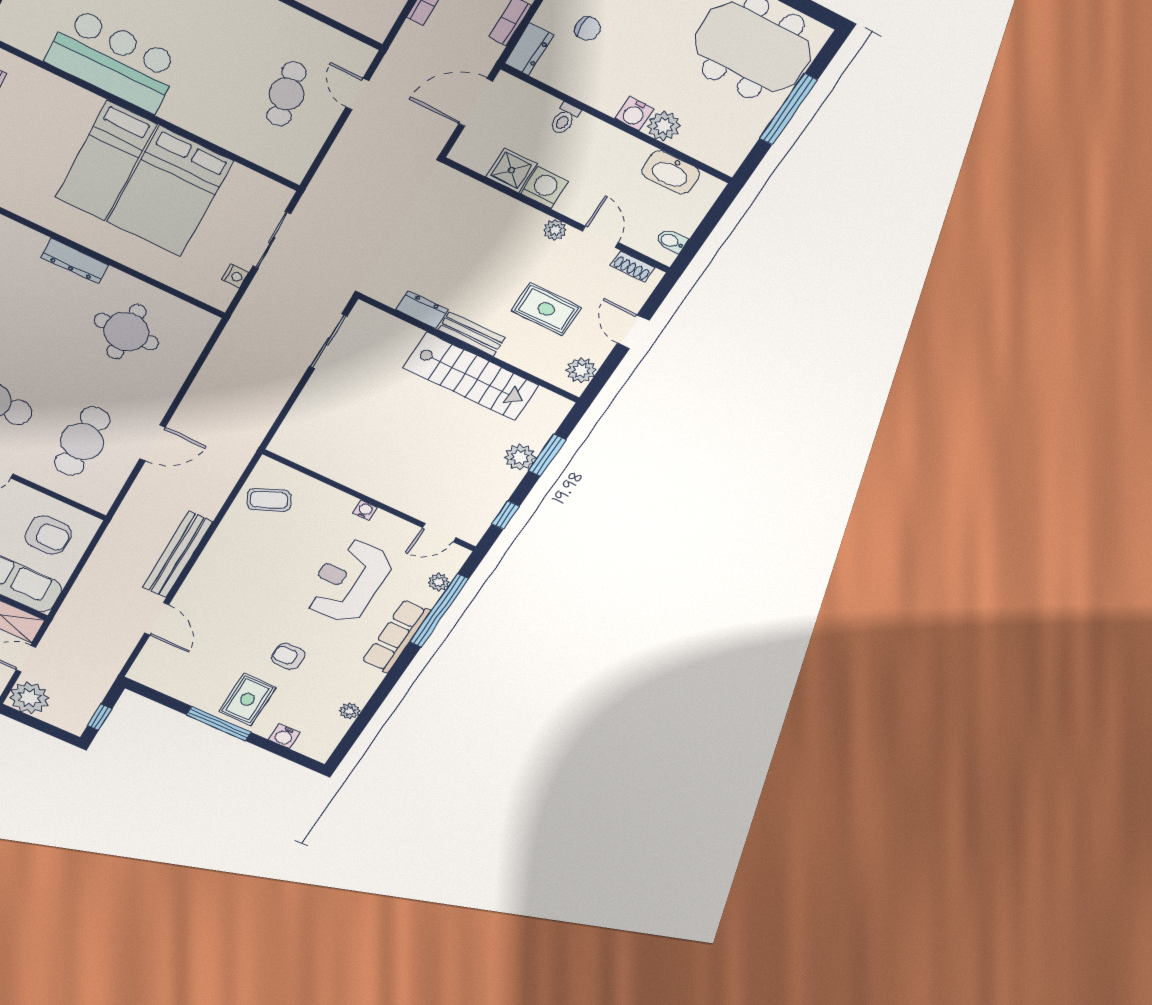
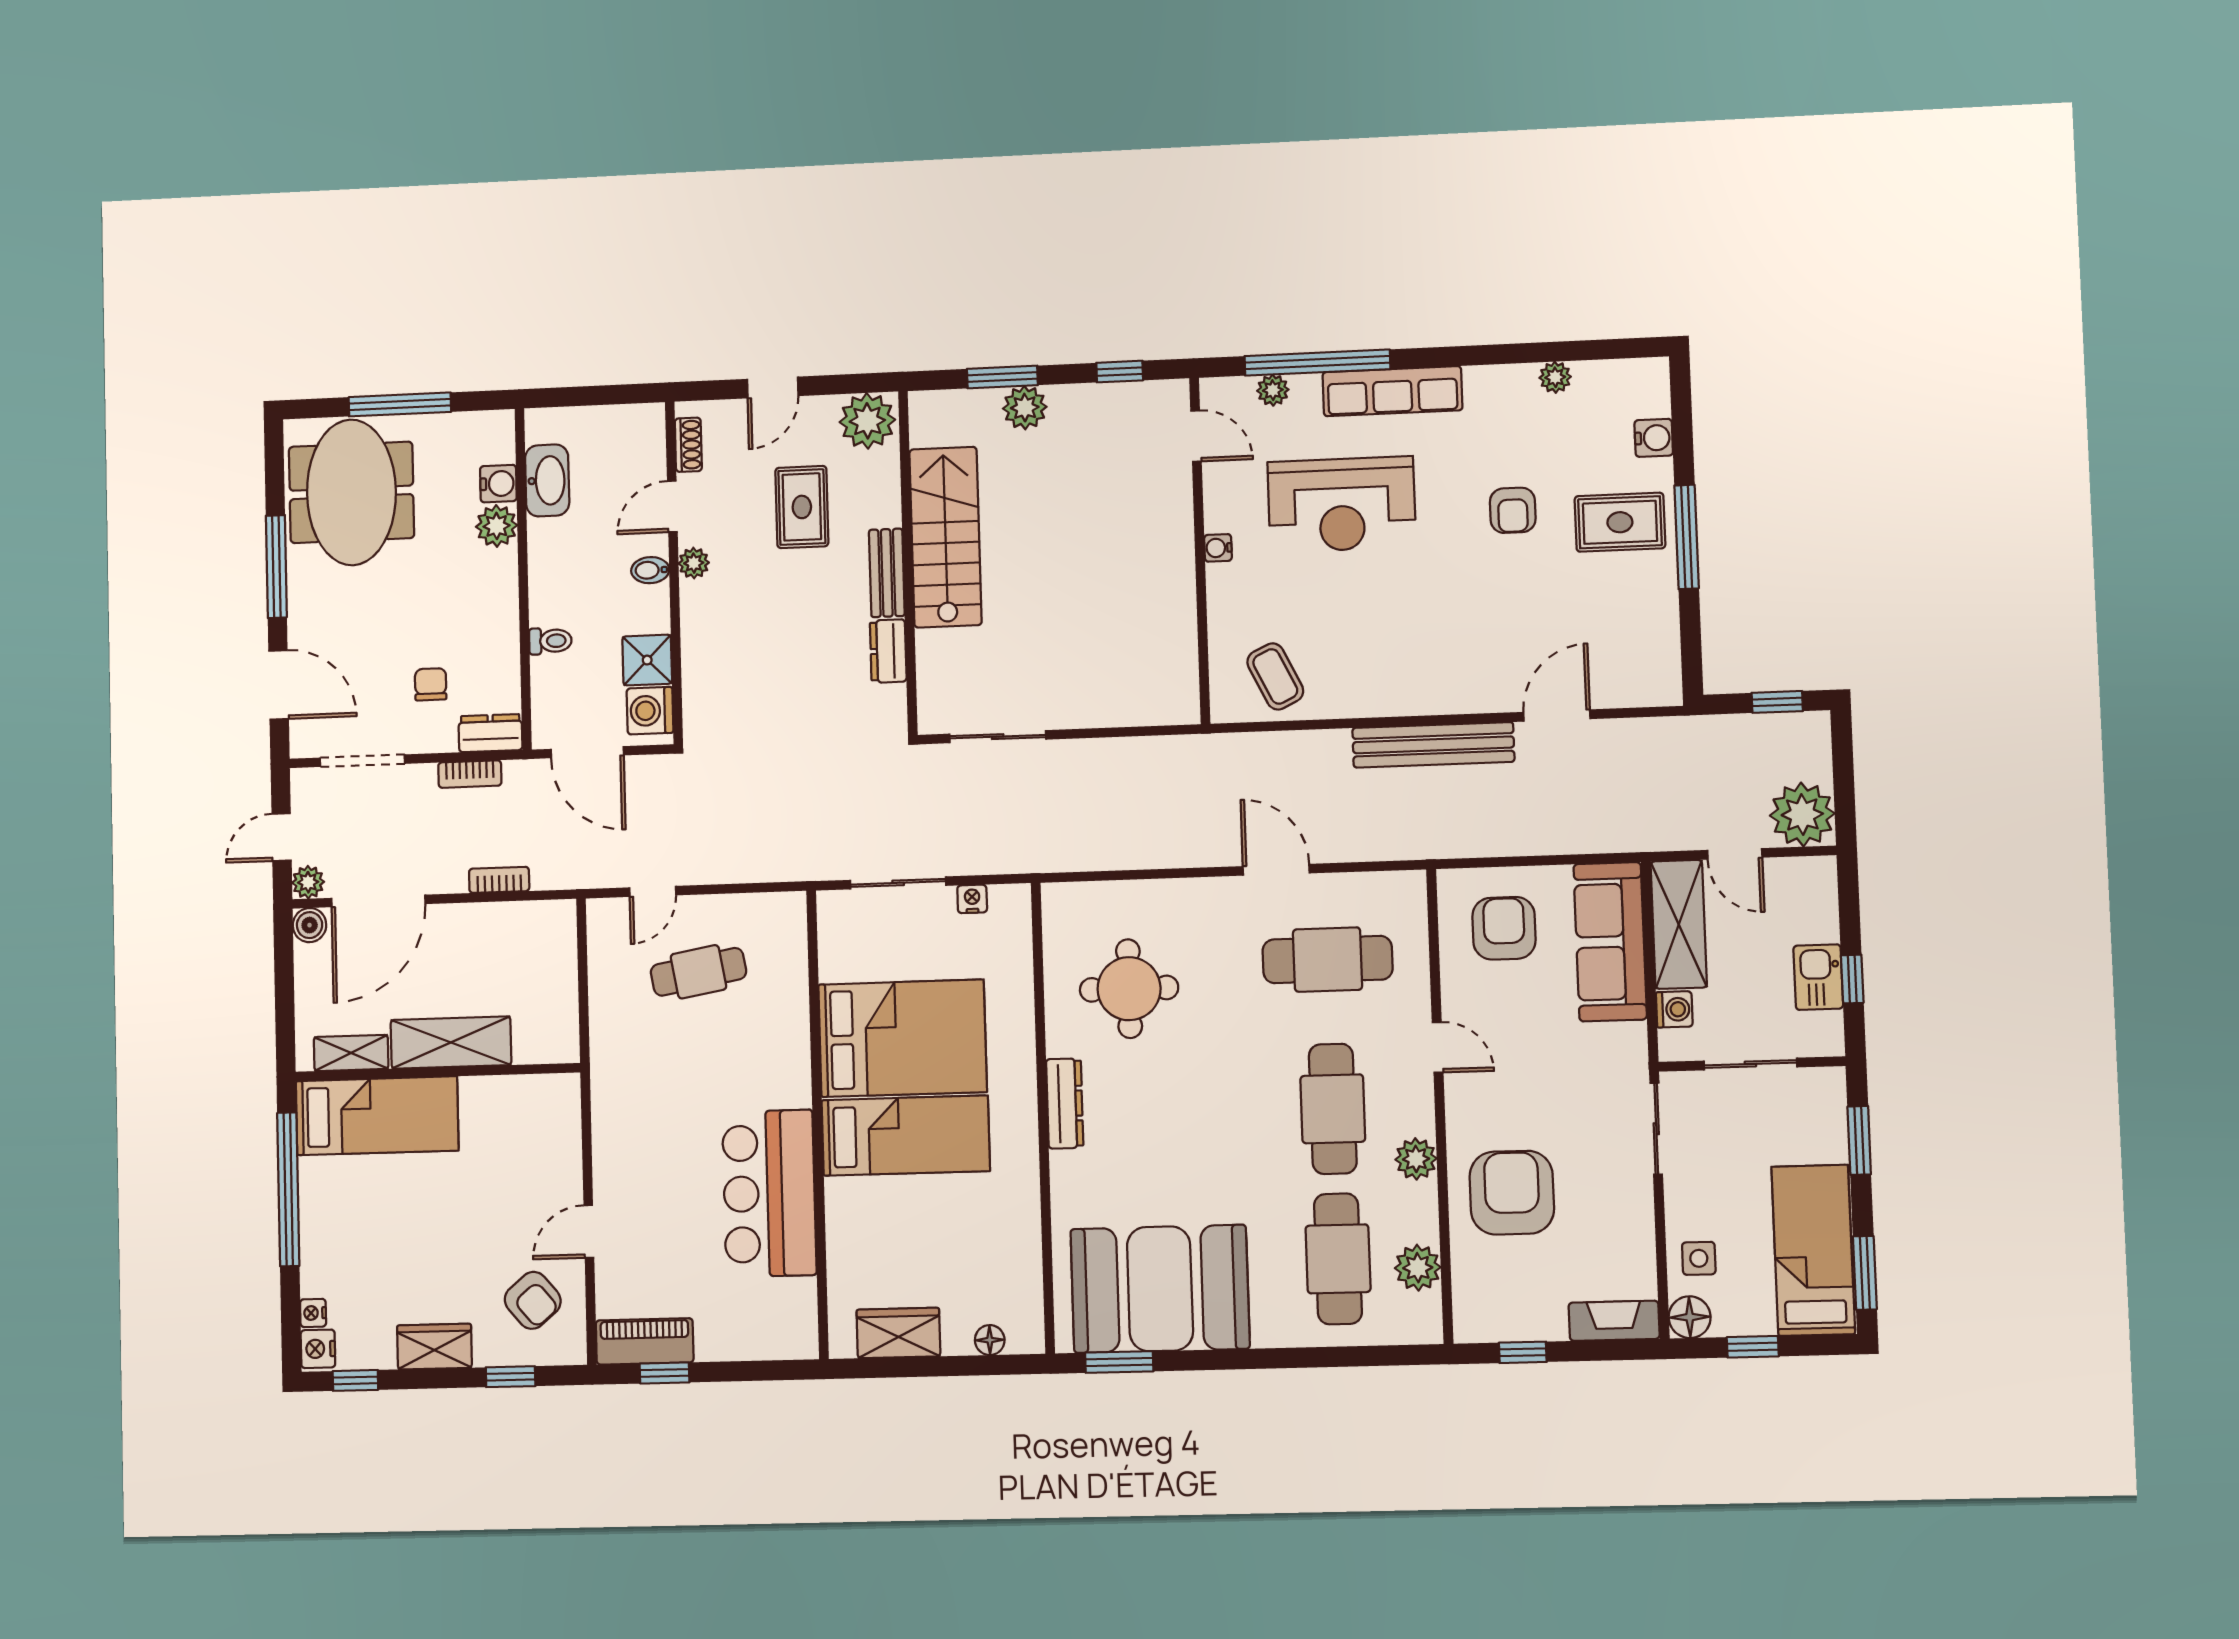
water cooler: (634, 114) -> (498, 484), moved
washing machine: (544, 188) -> (650, 711), moved
bidet: (671, 241) -> (650, 570), moved, turned 90
plant: (581, 370) -> (867, 421), width x1.36, depth x1.36

